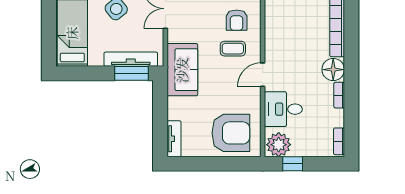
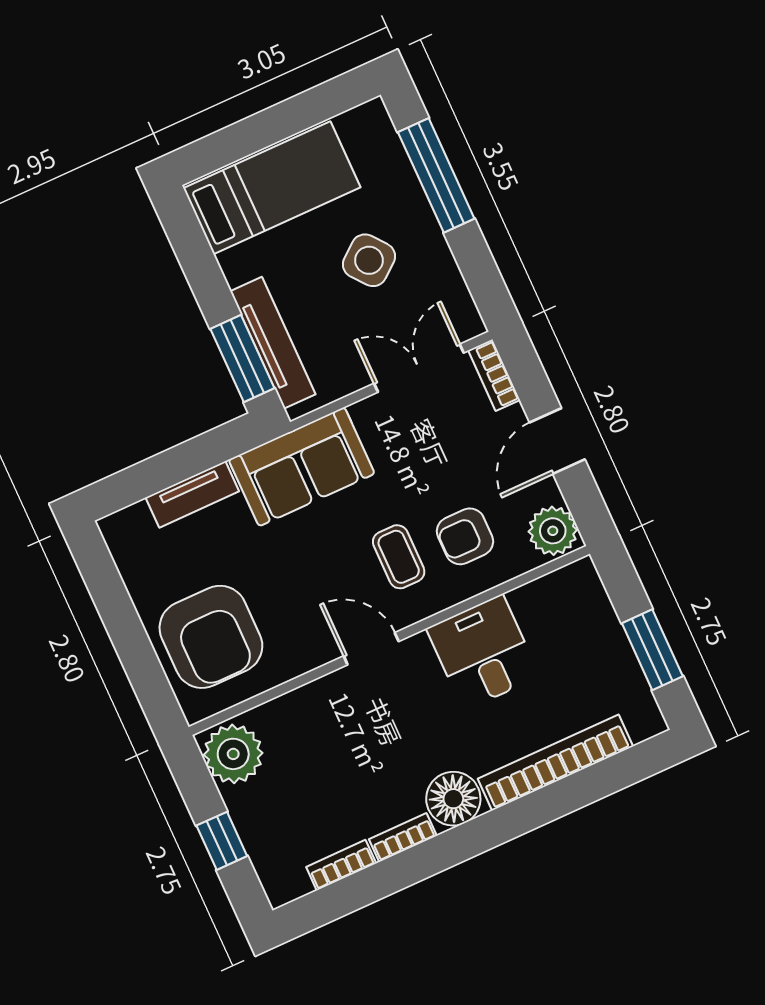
desk: (283, 109) -> (483, 652), moved
tv unit: (174, 139) -> (192, 494), moved
bookcase: (339, 141) -> (341, 865), moved
window: (293, 164) -> (222, 841), moved

